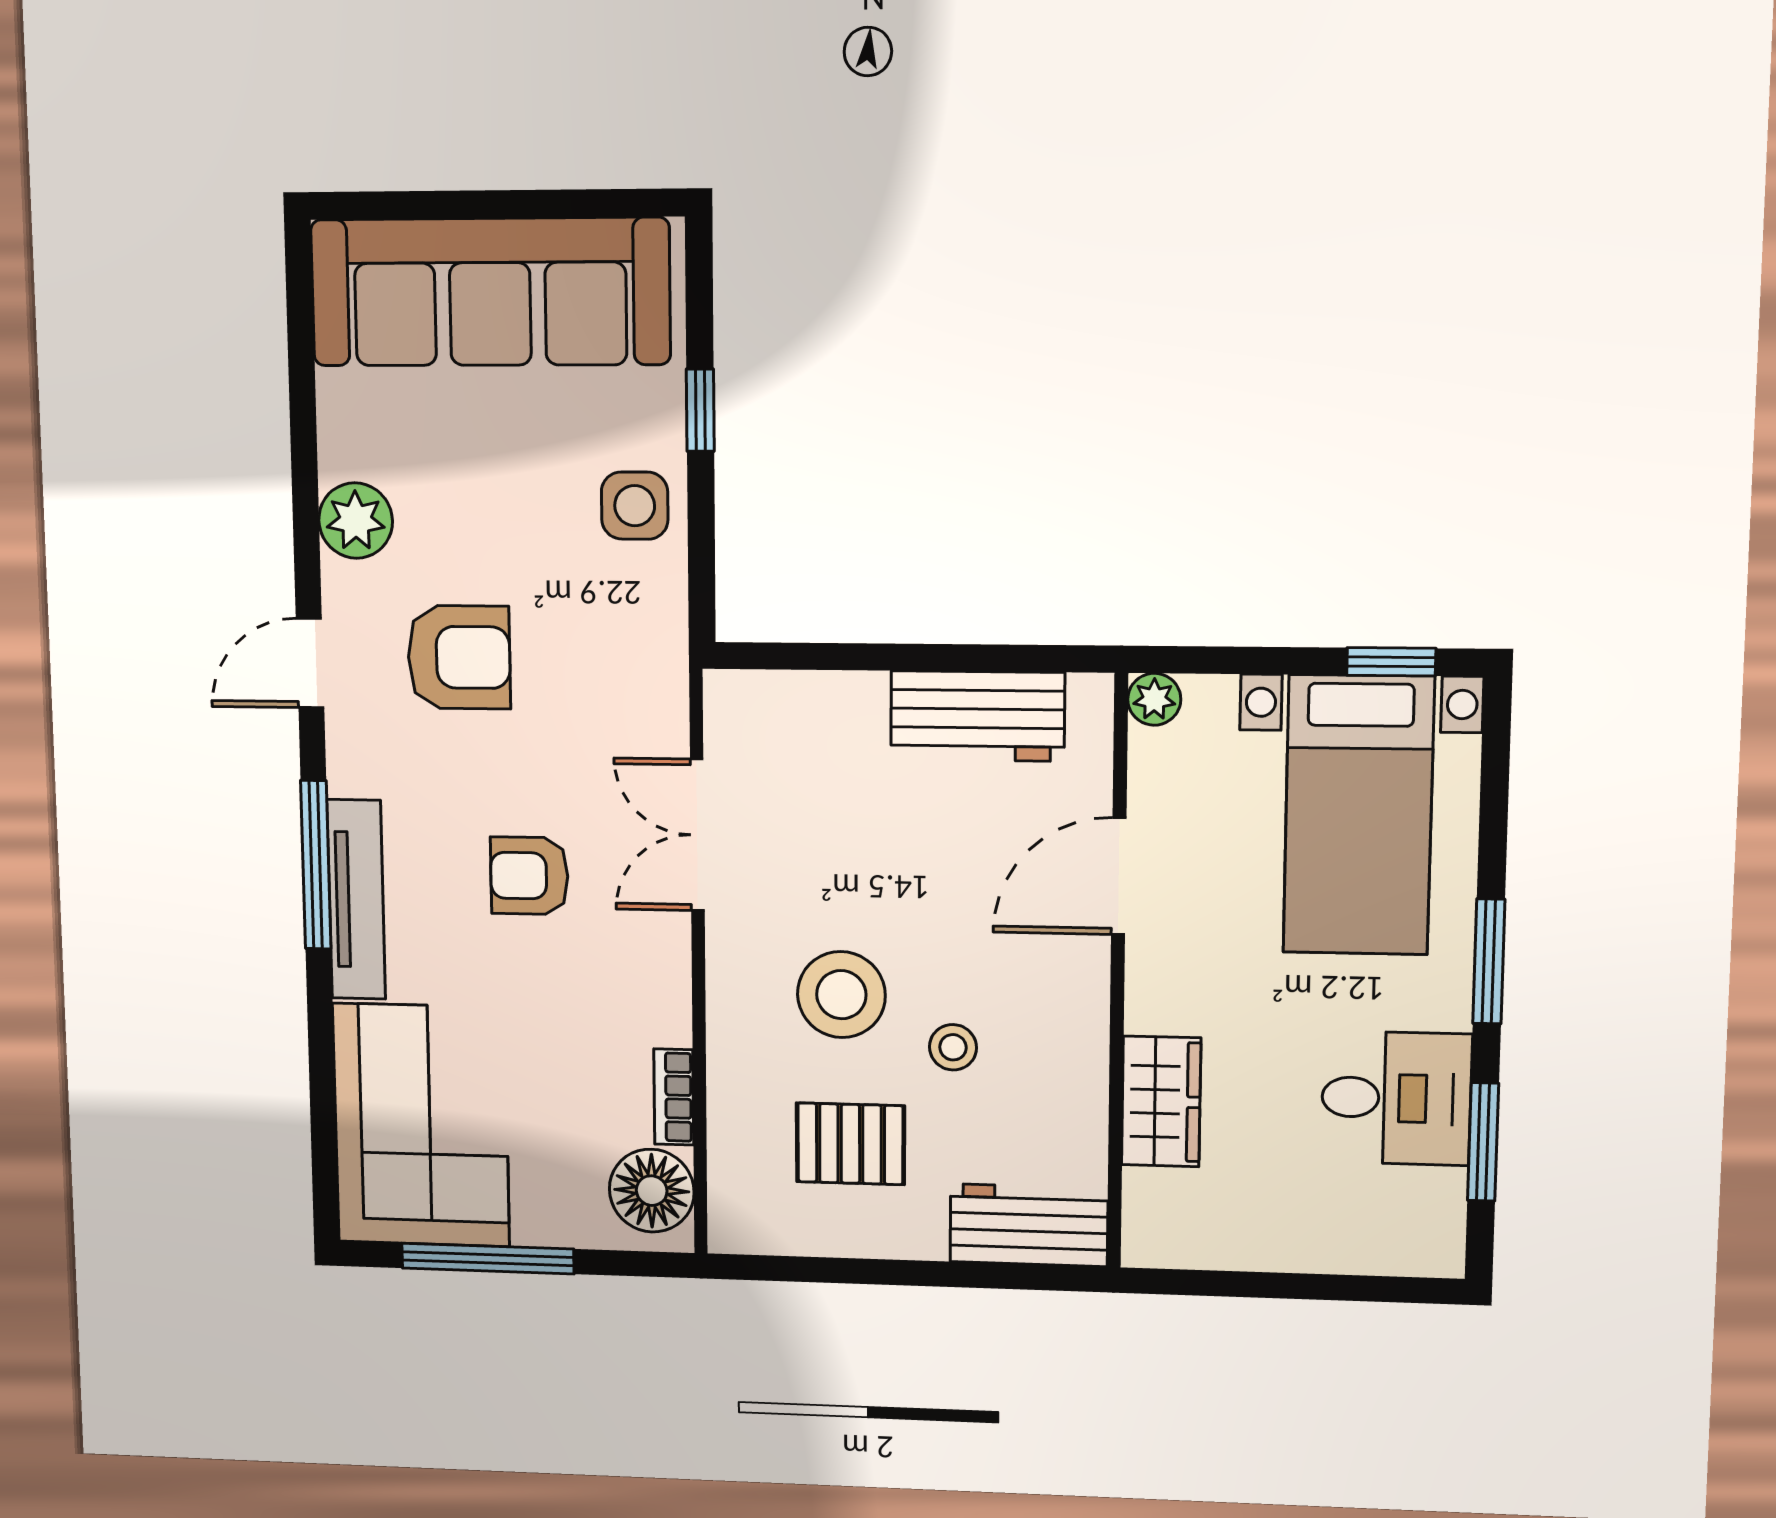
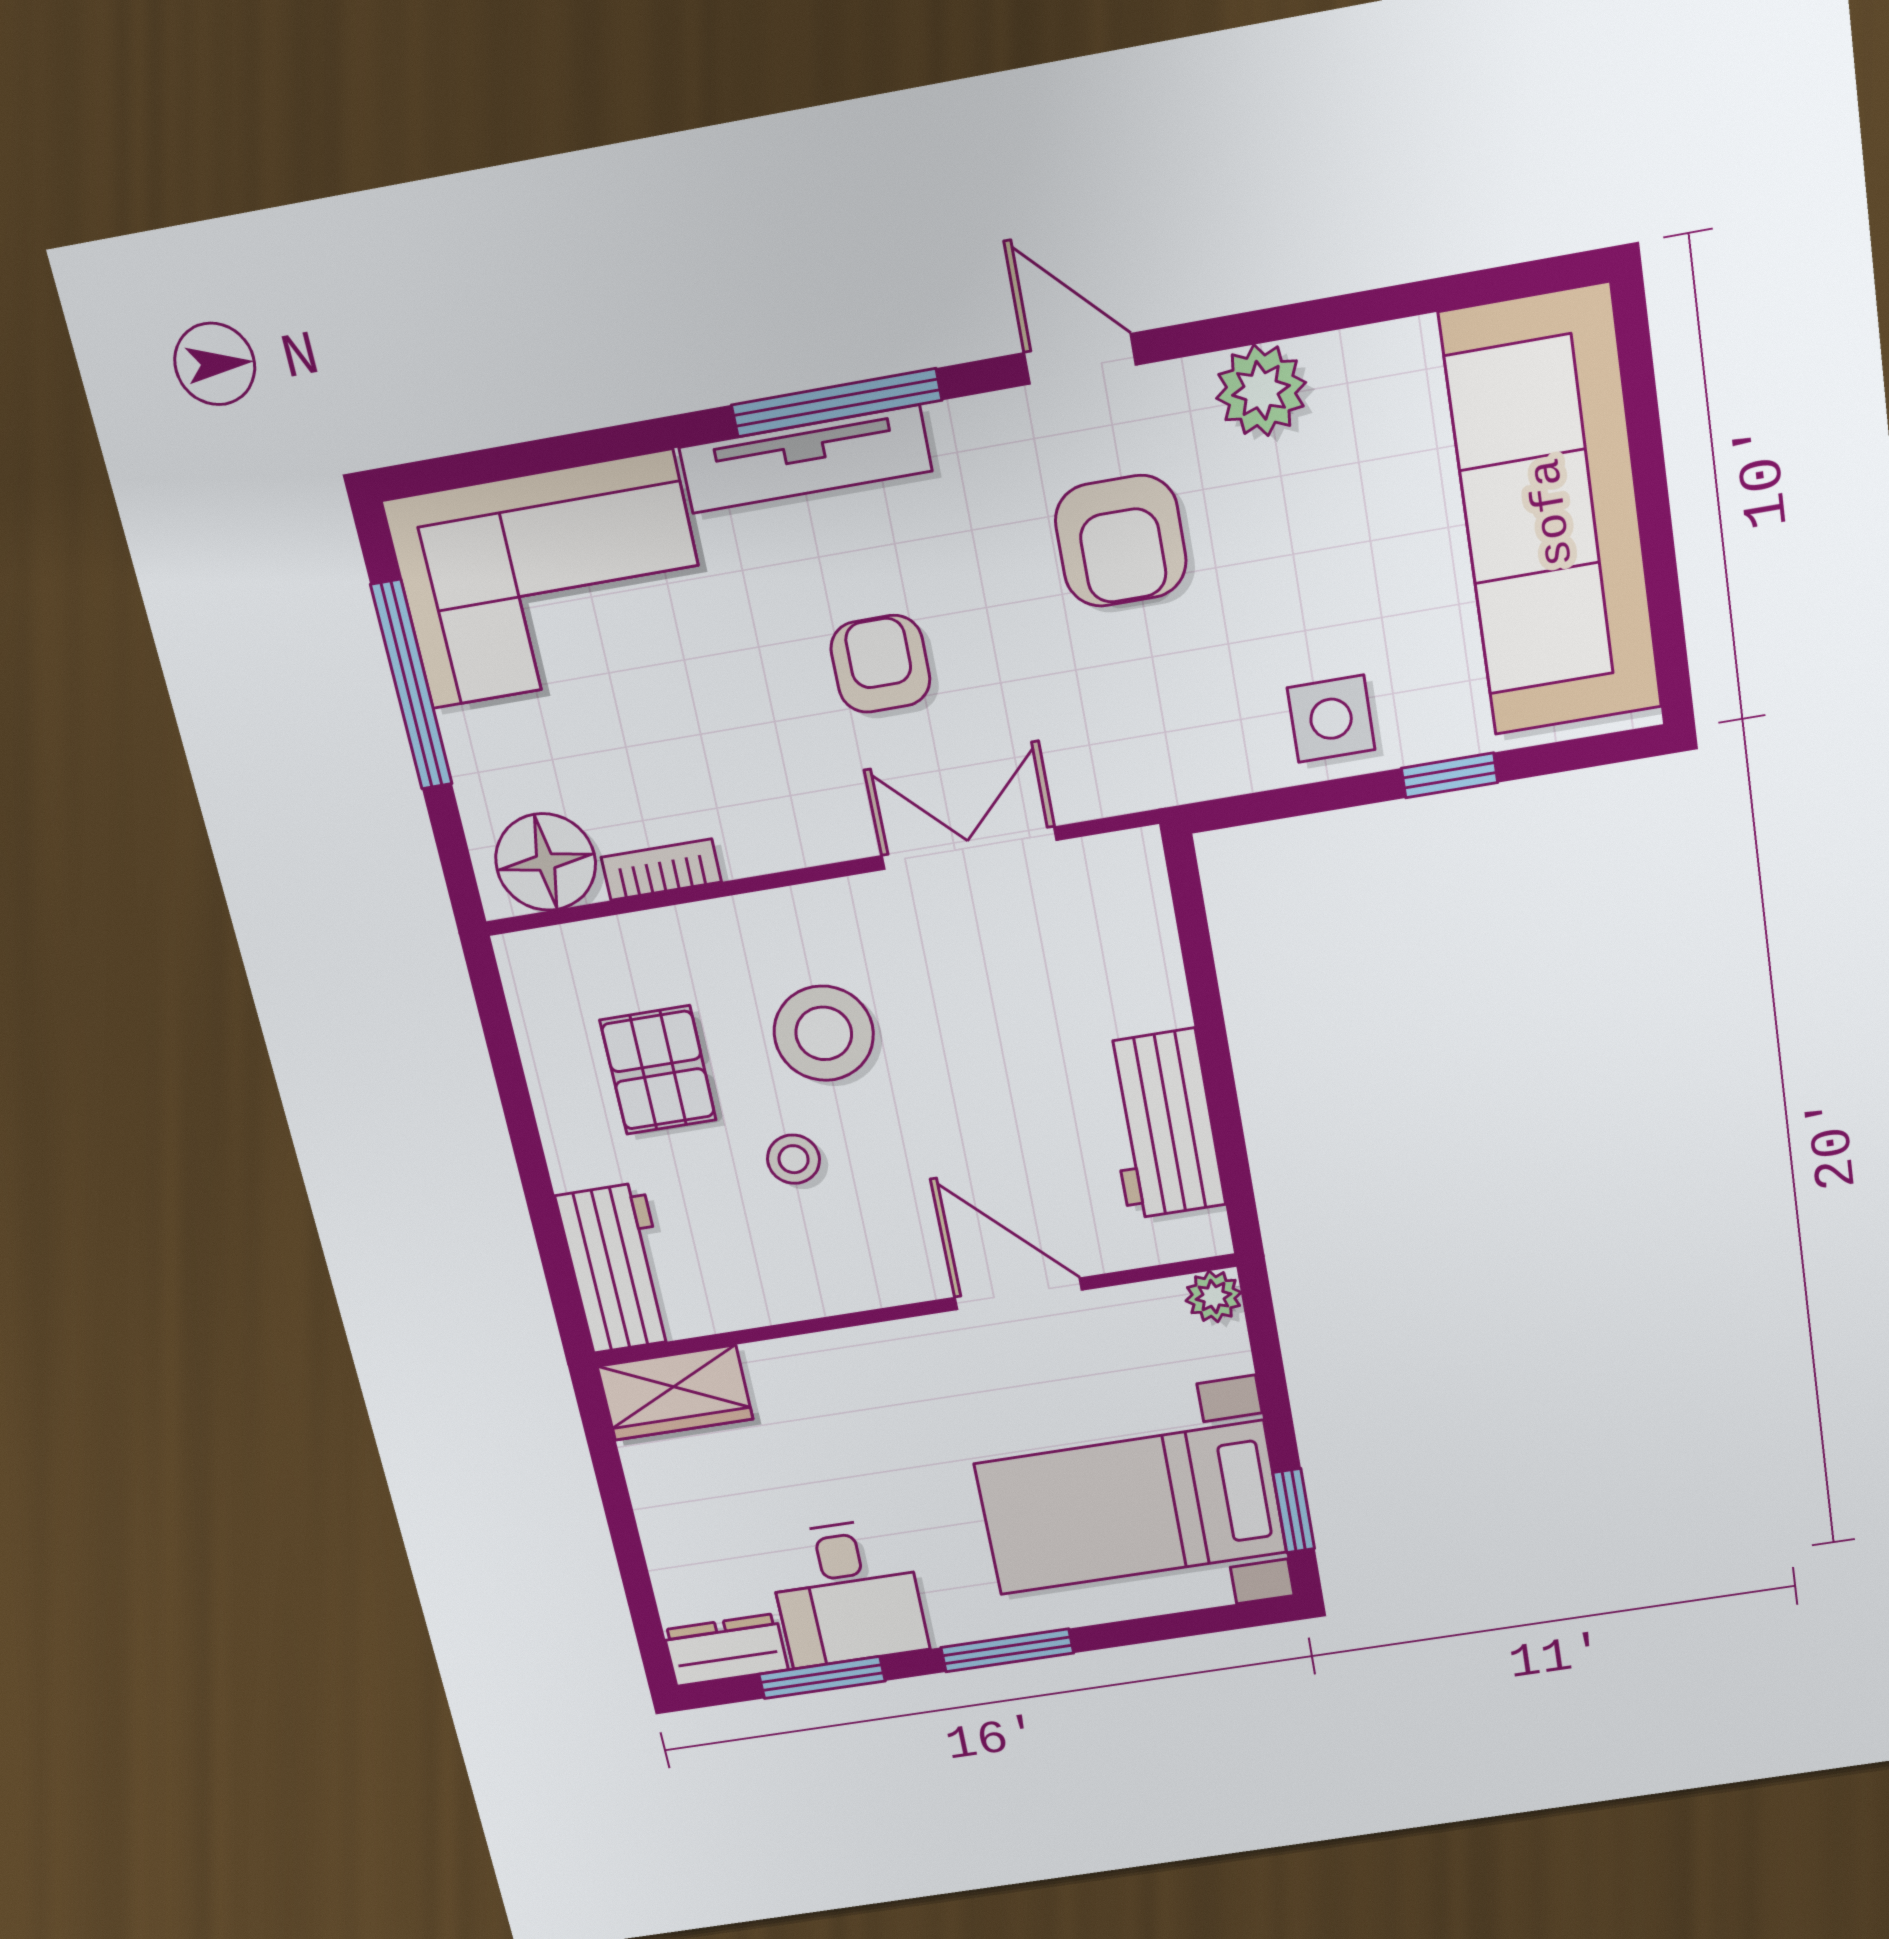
wardrobe: (1161, 1101) -> (675, 1393), moved
dresser: (1435, 1224) -> (726, 1650), added

